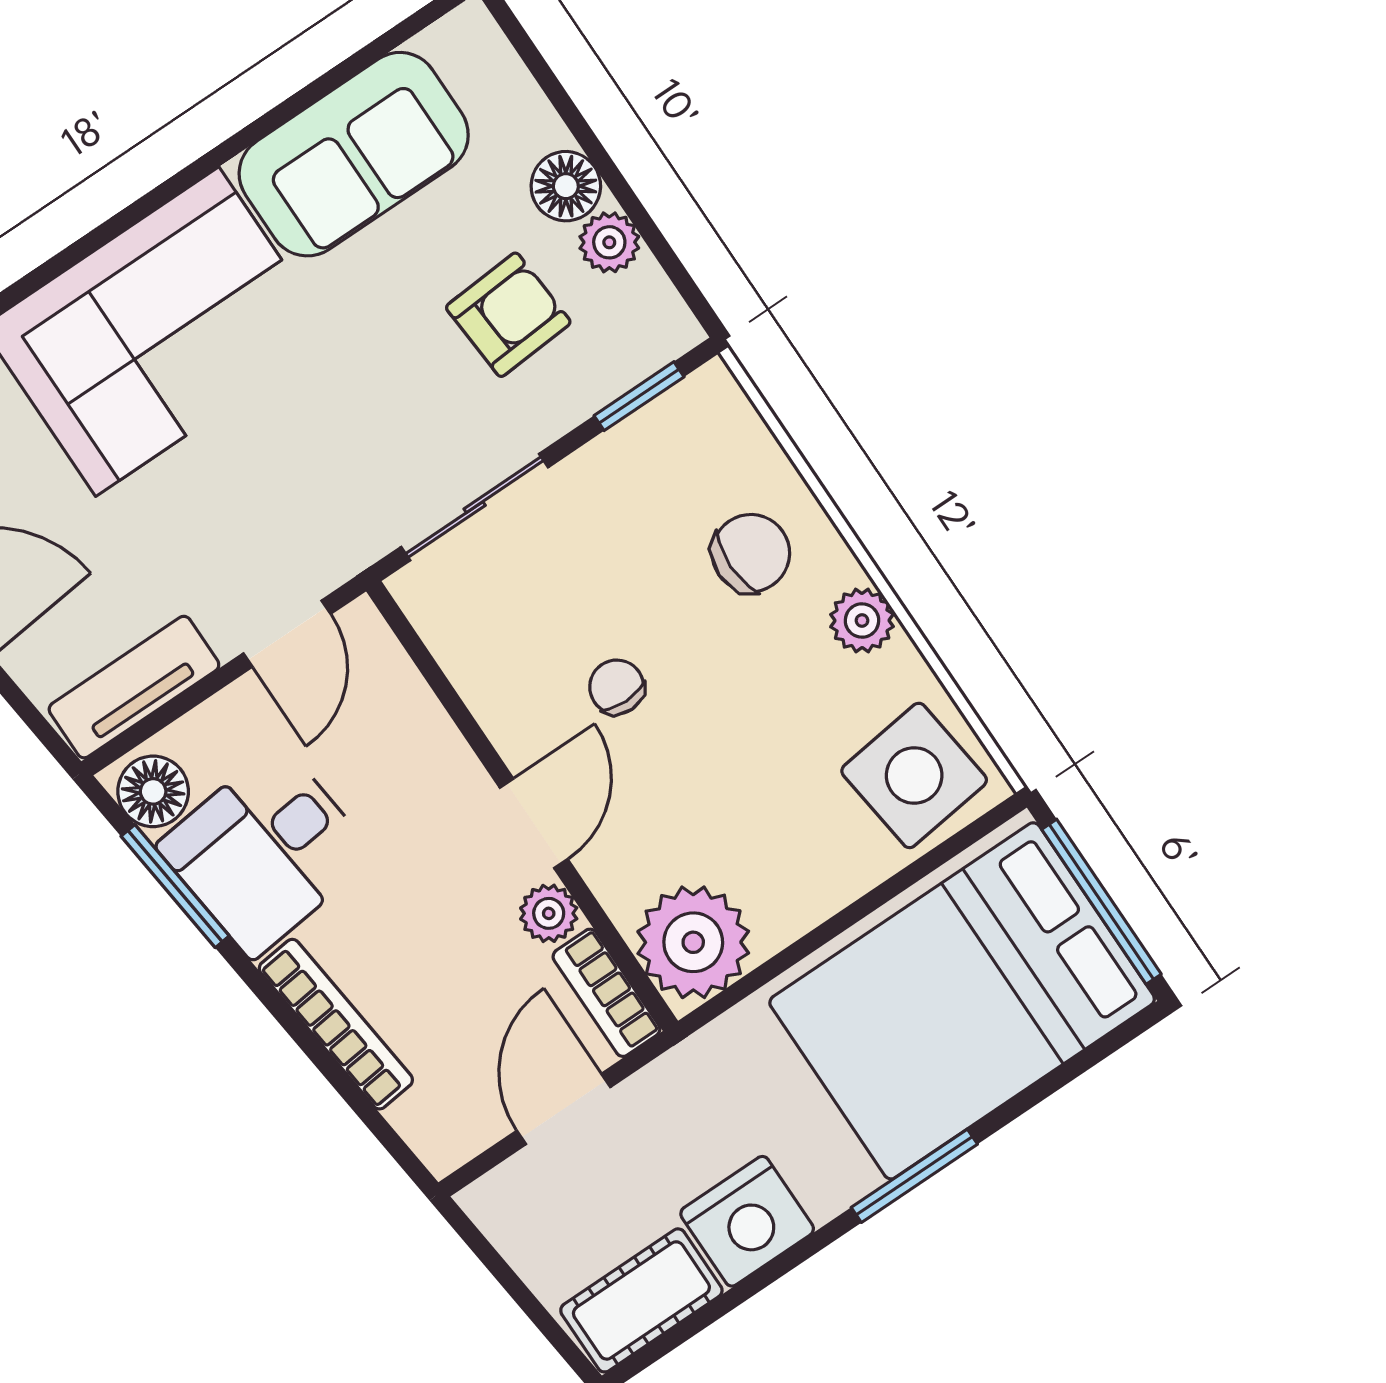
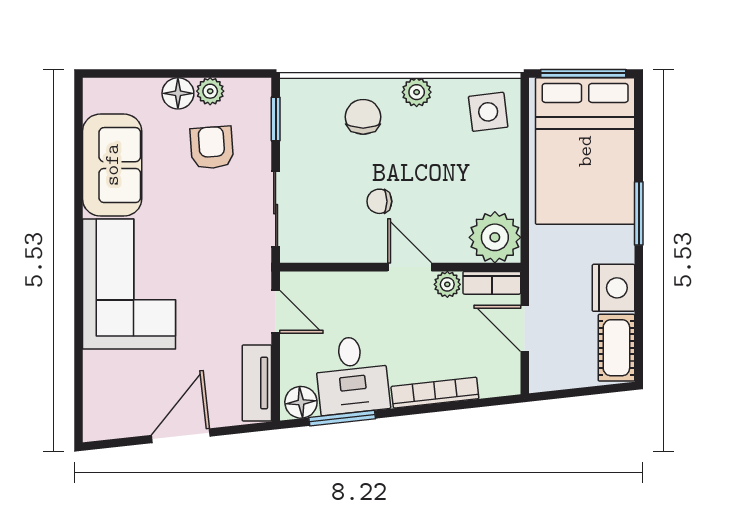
side table: (914, 775) -> (488, 112), width x0.73, depth x0.73

